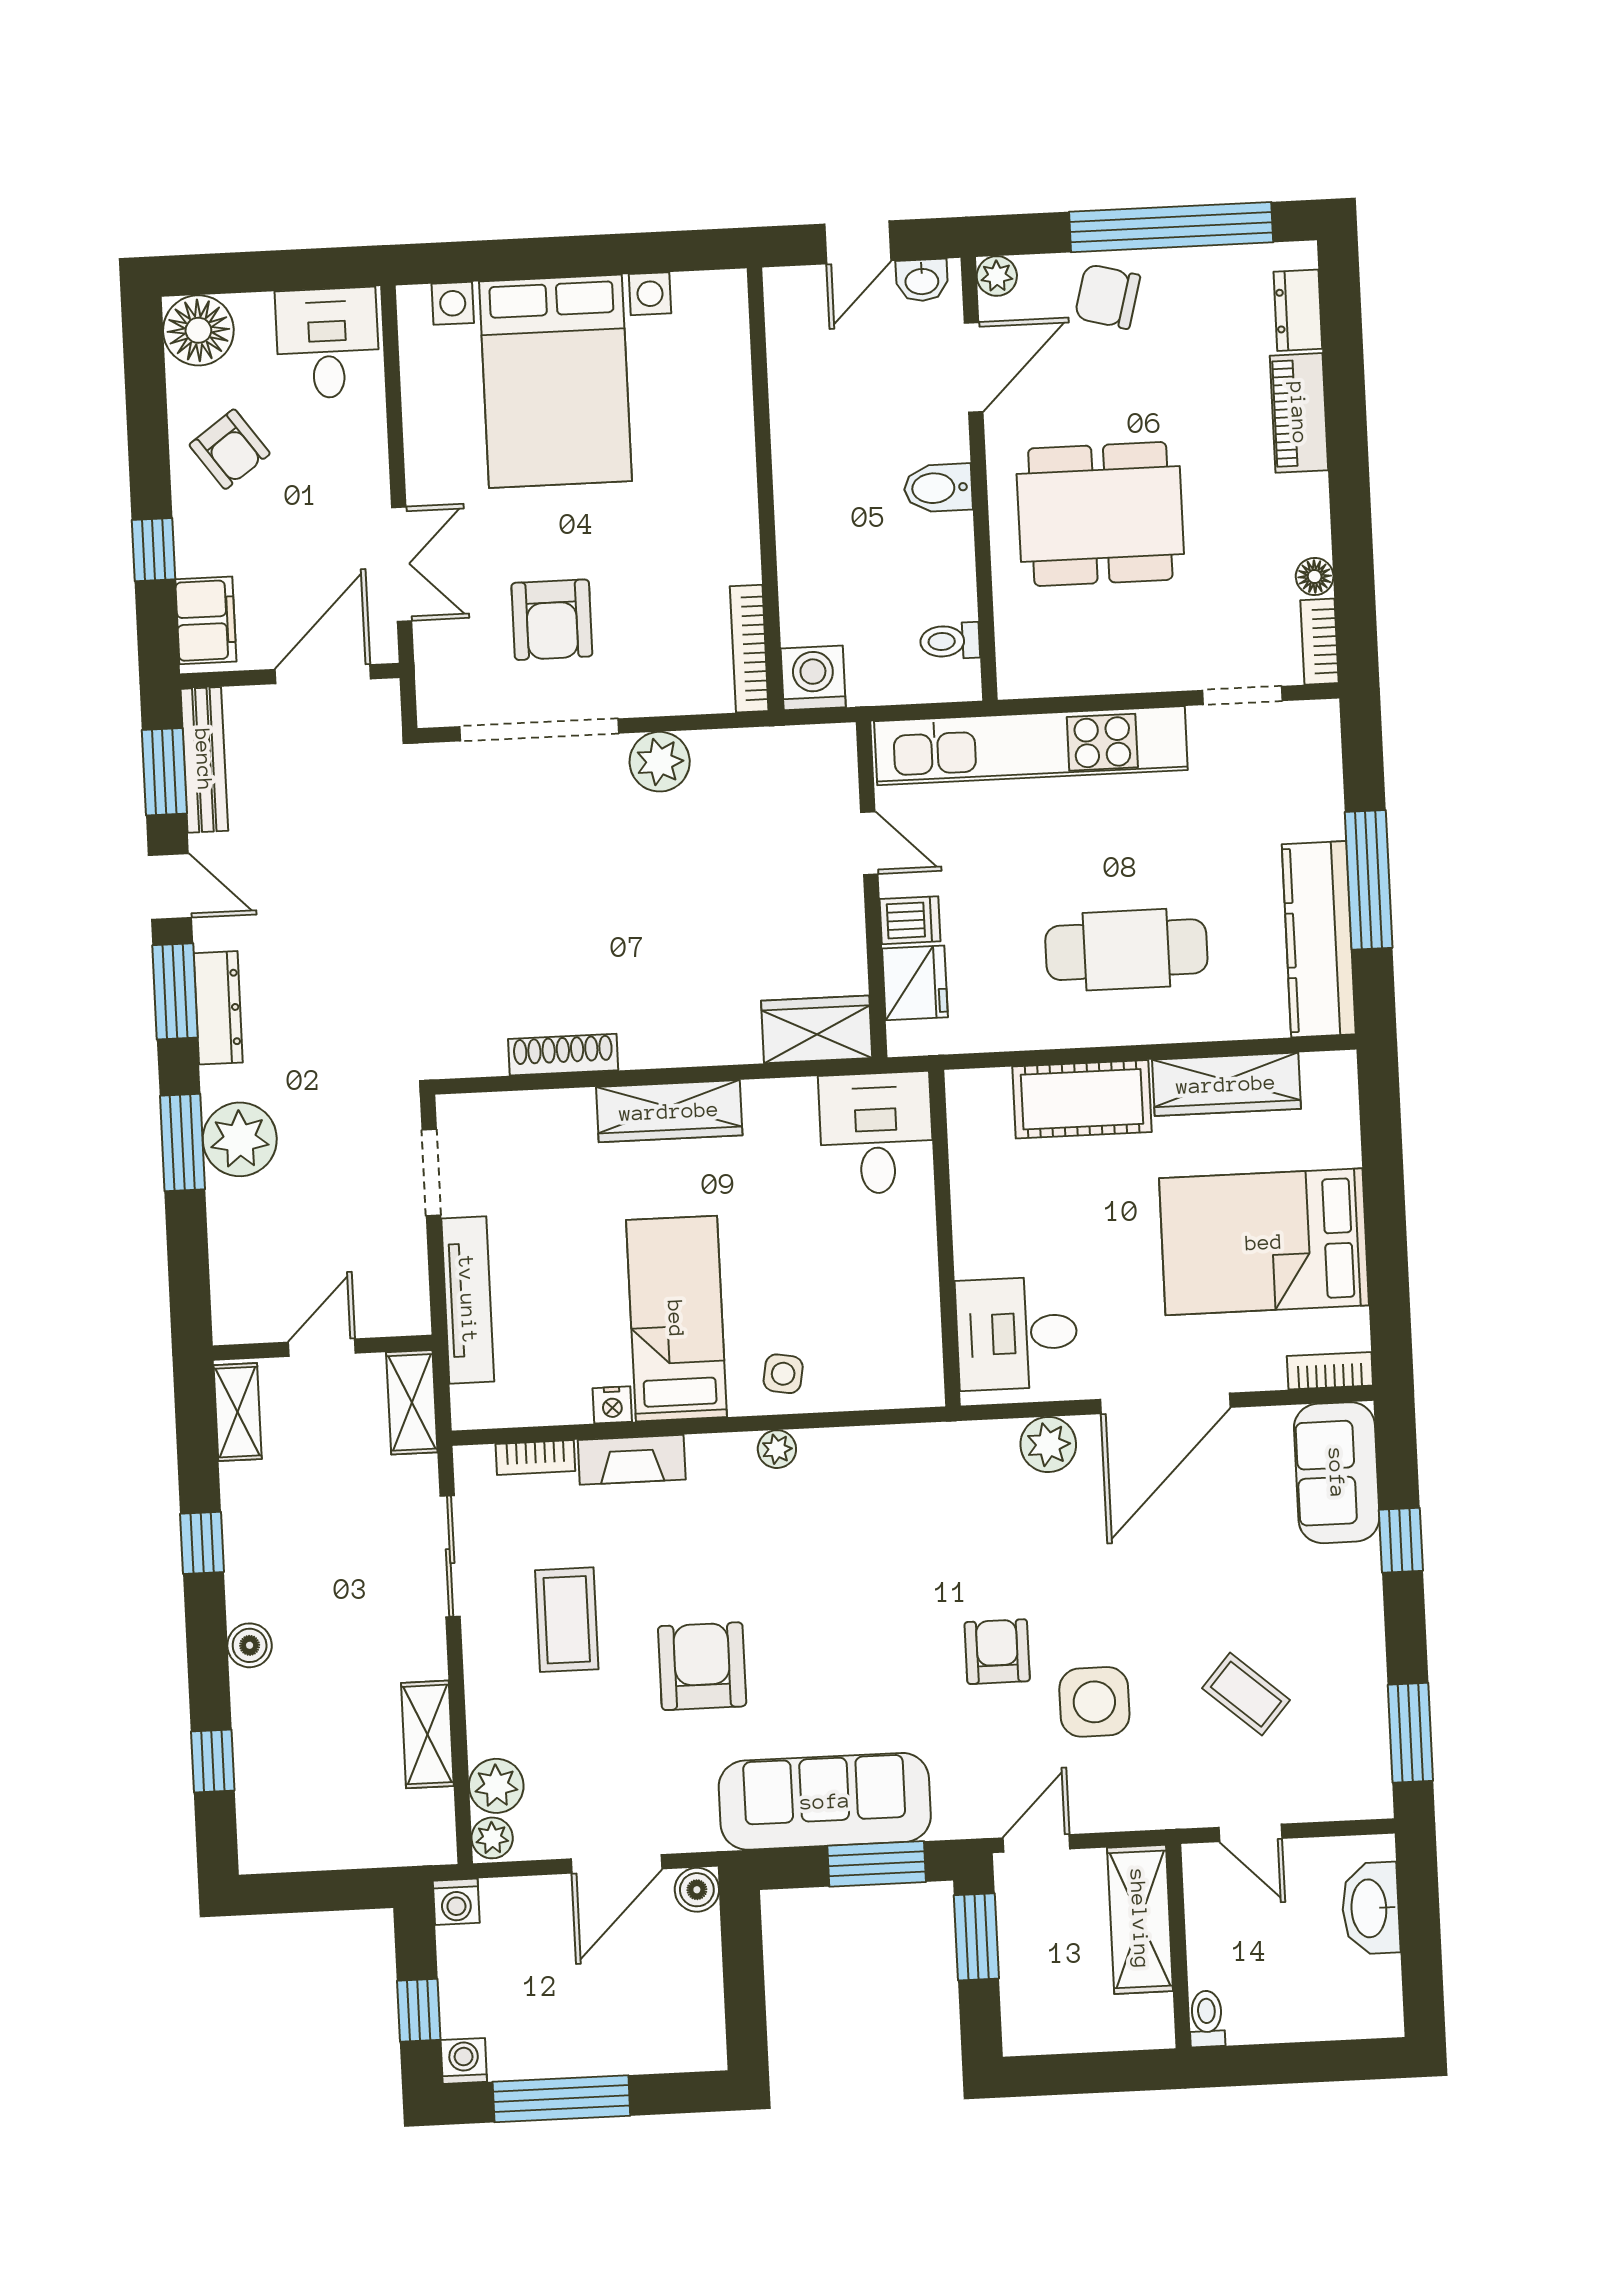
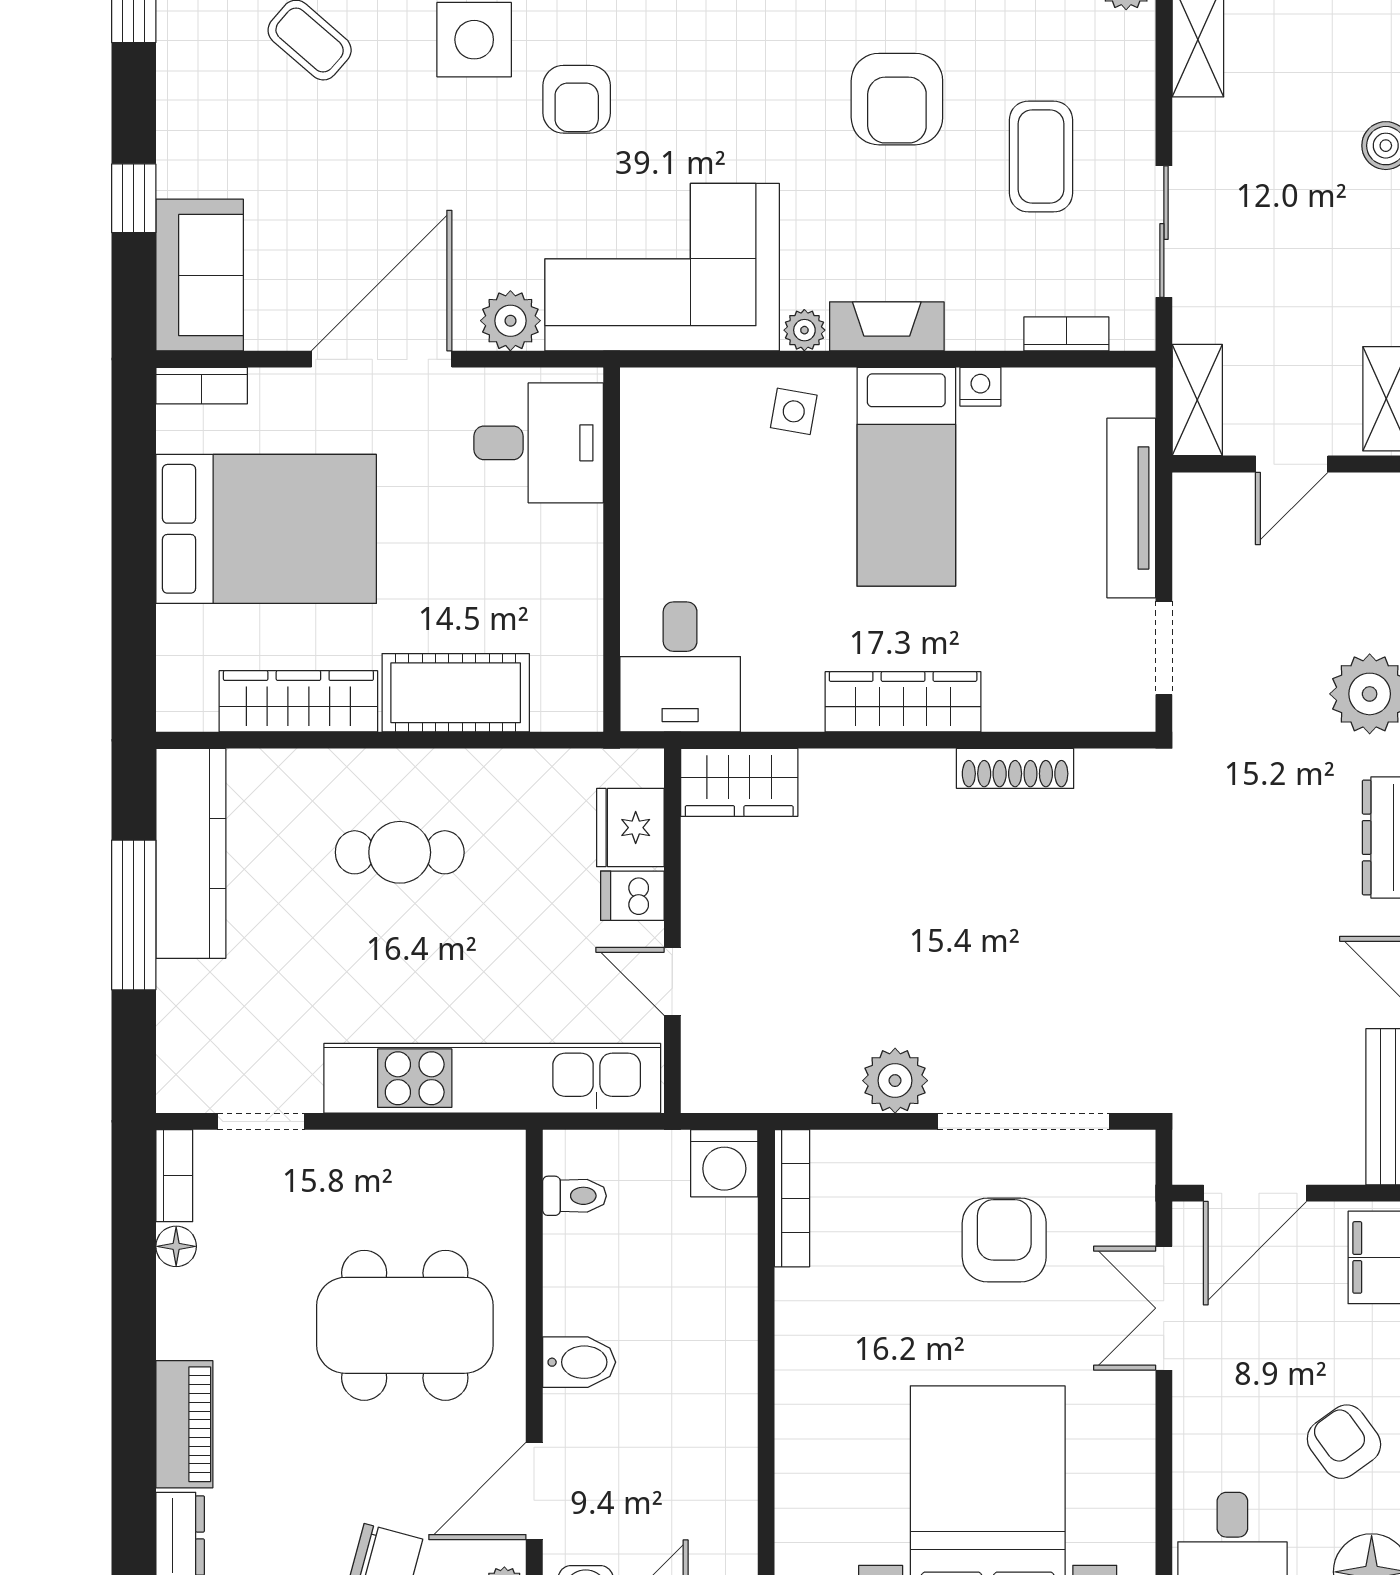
cafe table: (1126, 950) -> (400, 852), width x0.73, depth x0.74
fireplace: (632, 1460) -> (887, 326), moved
corner sofa: (911, 1501) -> (662, 267), added

